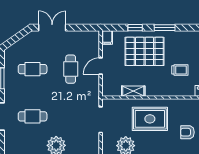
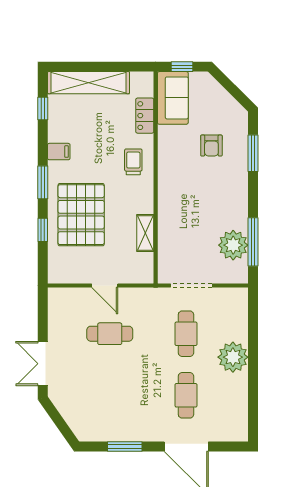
filing cabinet: (107, 37) -> (59, 152), moved
cafe table: (33, 69) -> (186, 334), moved
trolley: (180, 70) -> (133, 162), moved
rug: (150, 119) -> (190, 206), removed

